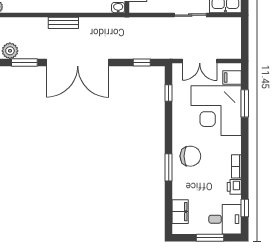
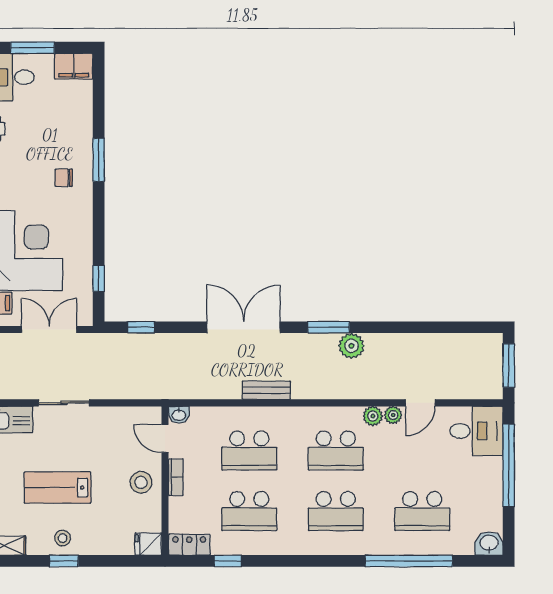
double door: (78, 62) -> (244, 327), width x0.73
chair: (190, 156) -> (64, 178), width x0.54, depth x0.54
filing cabinet: (180, 212) -> (74, 66), moved, turned -90

